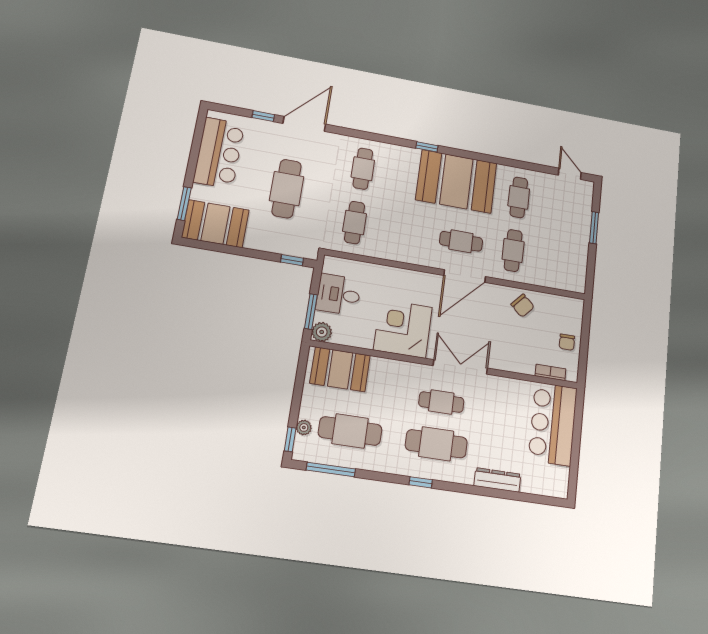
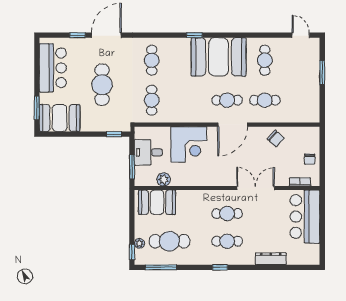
cafe table: (513, 250) -> (265, 100), turned 90
corner desk: (403, 329) -> (189, 144), moved, turned 180
plant: (322, 332) -> (164, 179), moved
double door: (460, 367) -> (256, 188), moved
cafe table: (436, 444) -> (227, 241), width x0.73, depth x0.74

